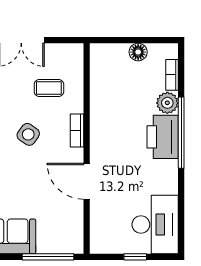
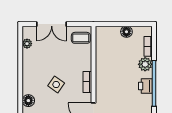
coffee table: (49, 88) -> (81, 38), moved
printer: (163, 137) -> (145, 86), width x0.53, depth x0.68

